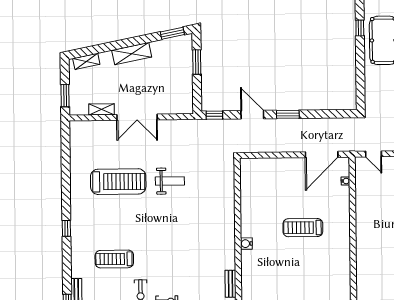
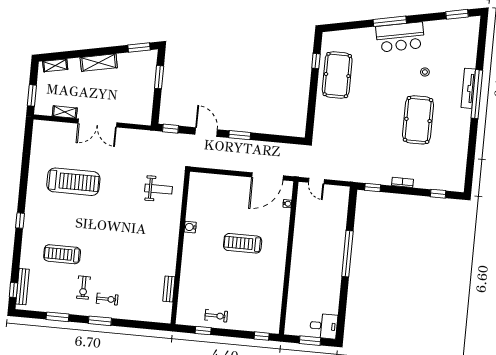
weight bench: (170, 181) -> (158, 189), moved
water cooler: (246, 244) -> (190, 227), moved

